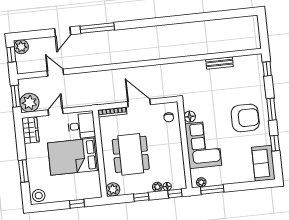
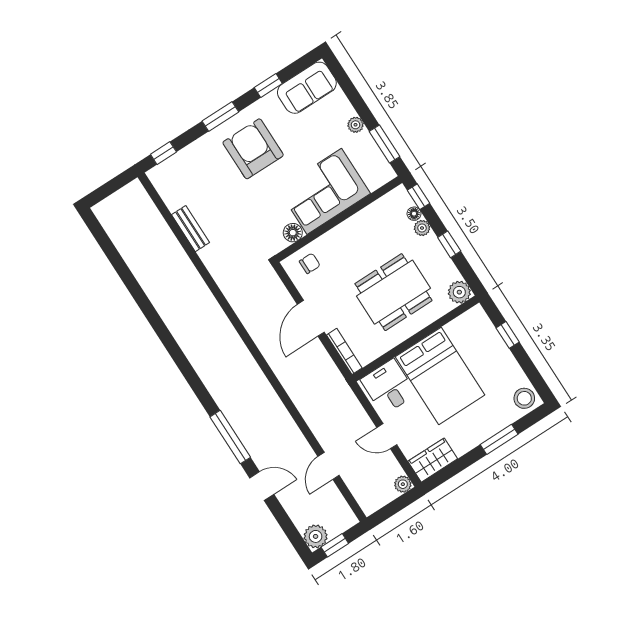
window: (16, 96) -> (394, 507), removed
plant: (29, 103) -> (403, 484), width x0.53, depth x0.53
plant: (201, 182) -> (356, 125), moved

